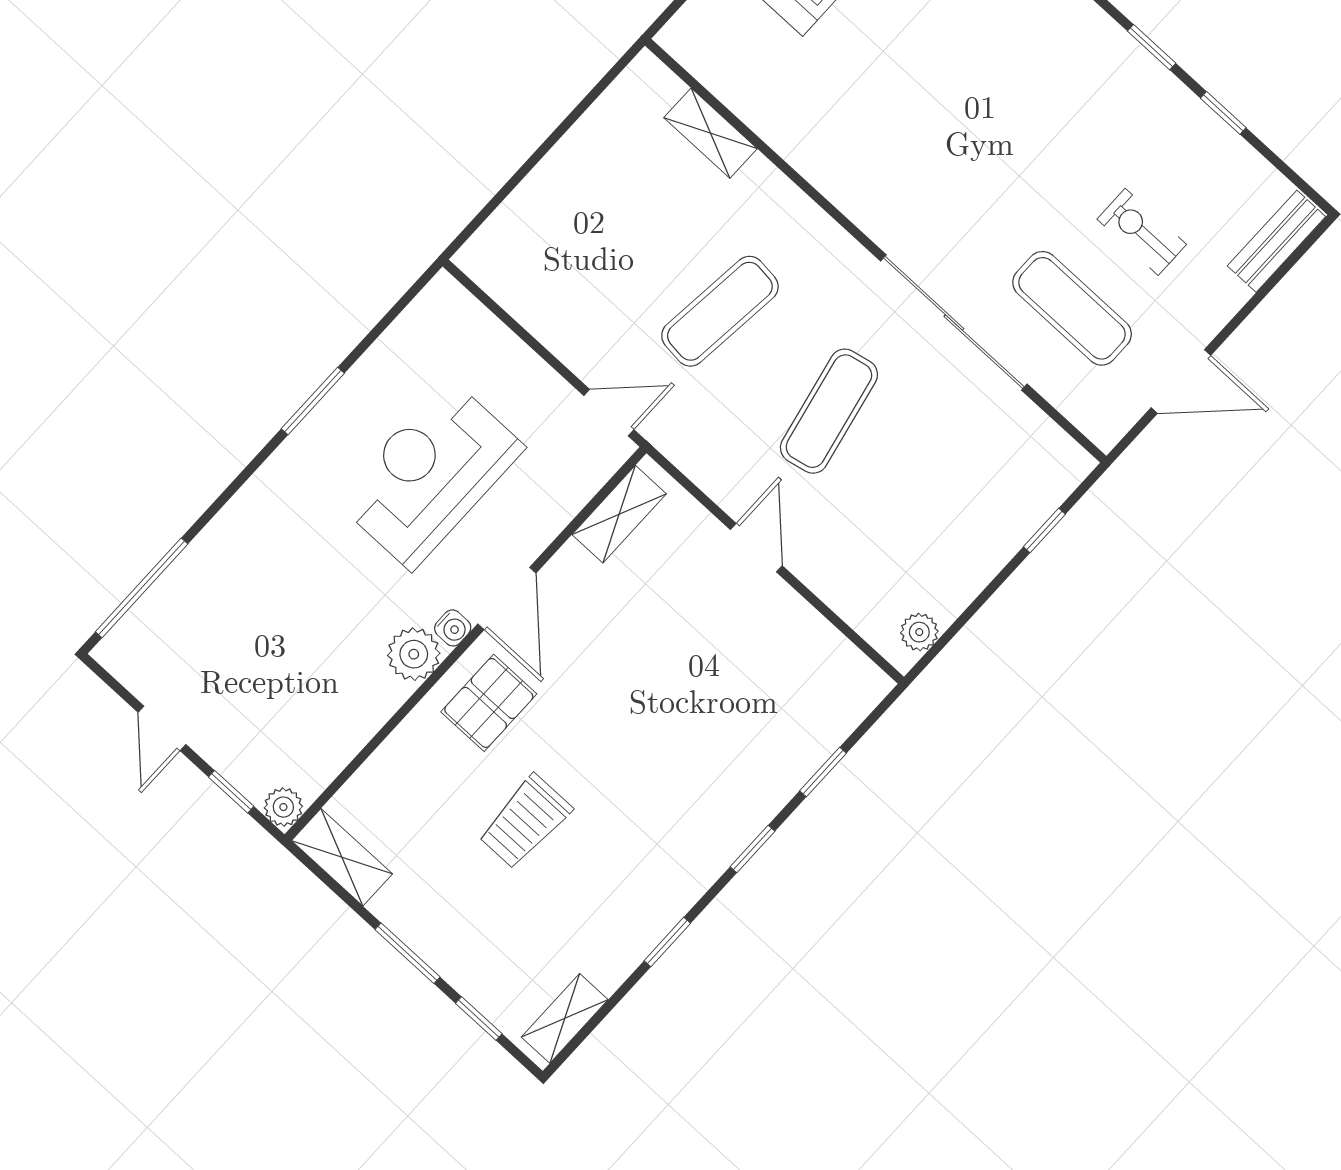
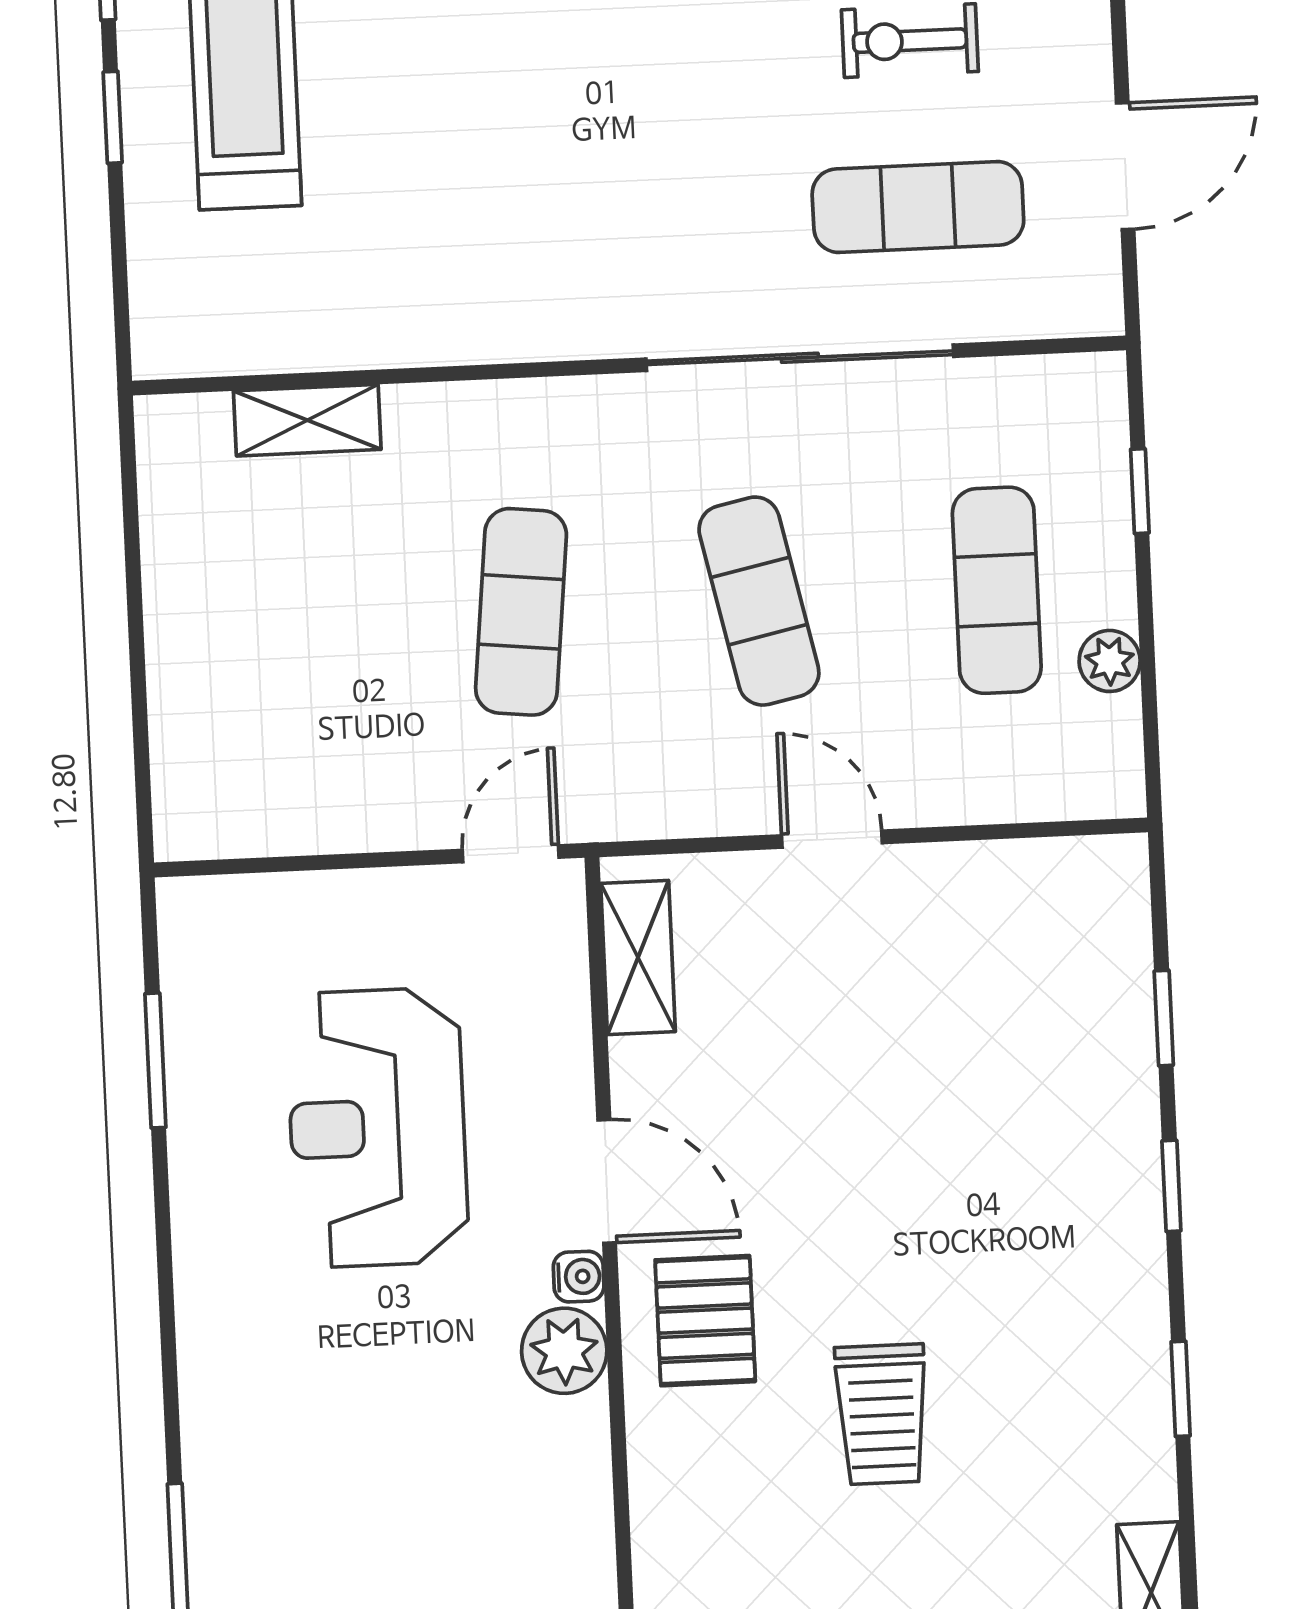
window: (313, 401) -> (155, 1060), moved
exercise mat: (938, 511) -> (997, 590), added
plant: (919, 632) -> (1110, 661), moved

